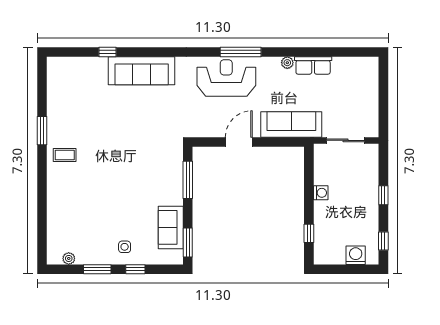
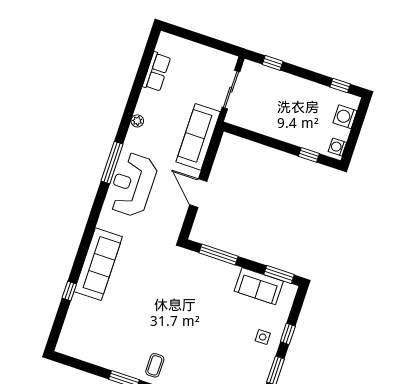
row of seats: (313, 65) -> (157, 72), moved
washing machine: (321, 193) -> (337, 147), moved, turned -90
window: (383, 195) -> (273, 63), moved

